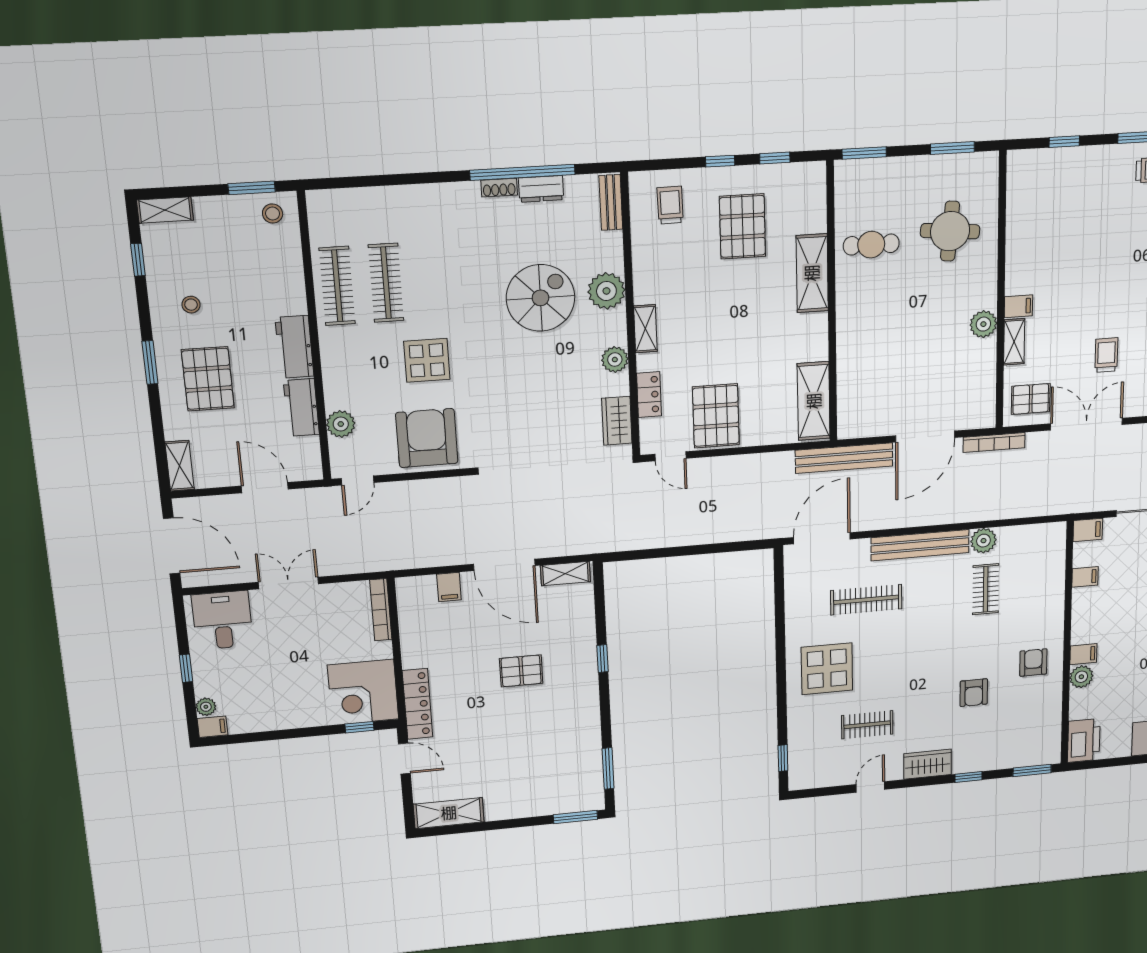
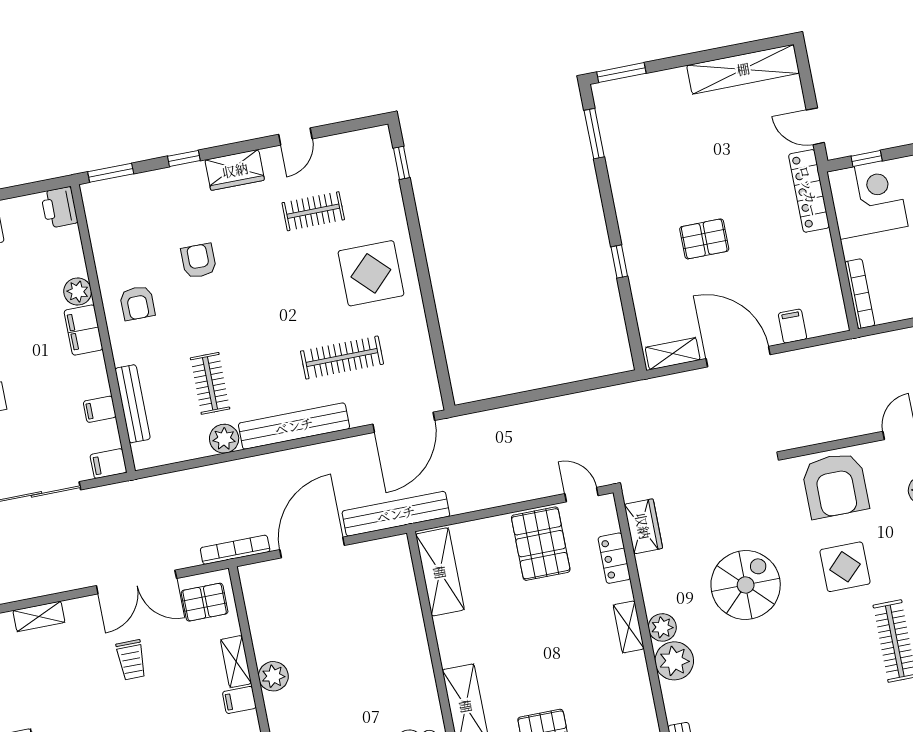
spiral stairs: (540, 298) -> (746, 585), moved, turned 180
plant: (615, 360) -> (662, 627), moved
bench: (1056, 579) -> (133, 404), added
filing cabinet: (1083, 654) -> (83, 330), width x2.00
printer: (1084, 740) -> (59, 207), width x0.73, depth x0.84
shelving: (449, 813) -> (743, 69), width x1.47

